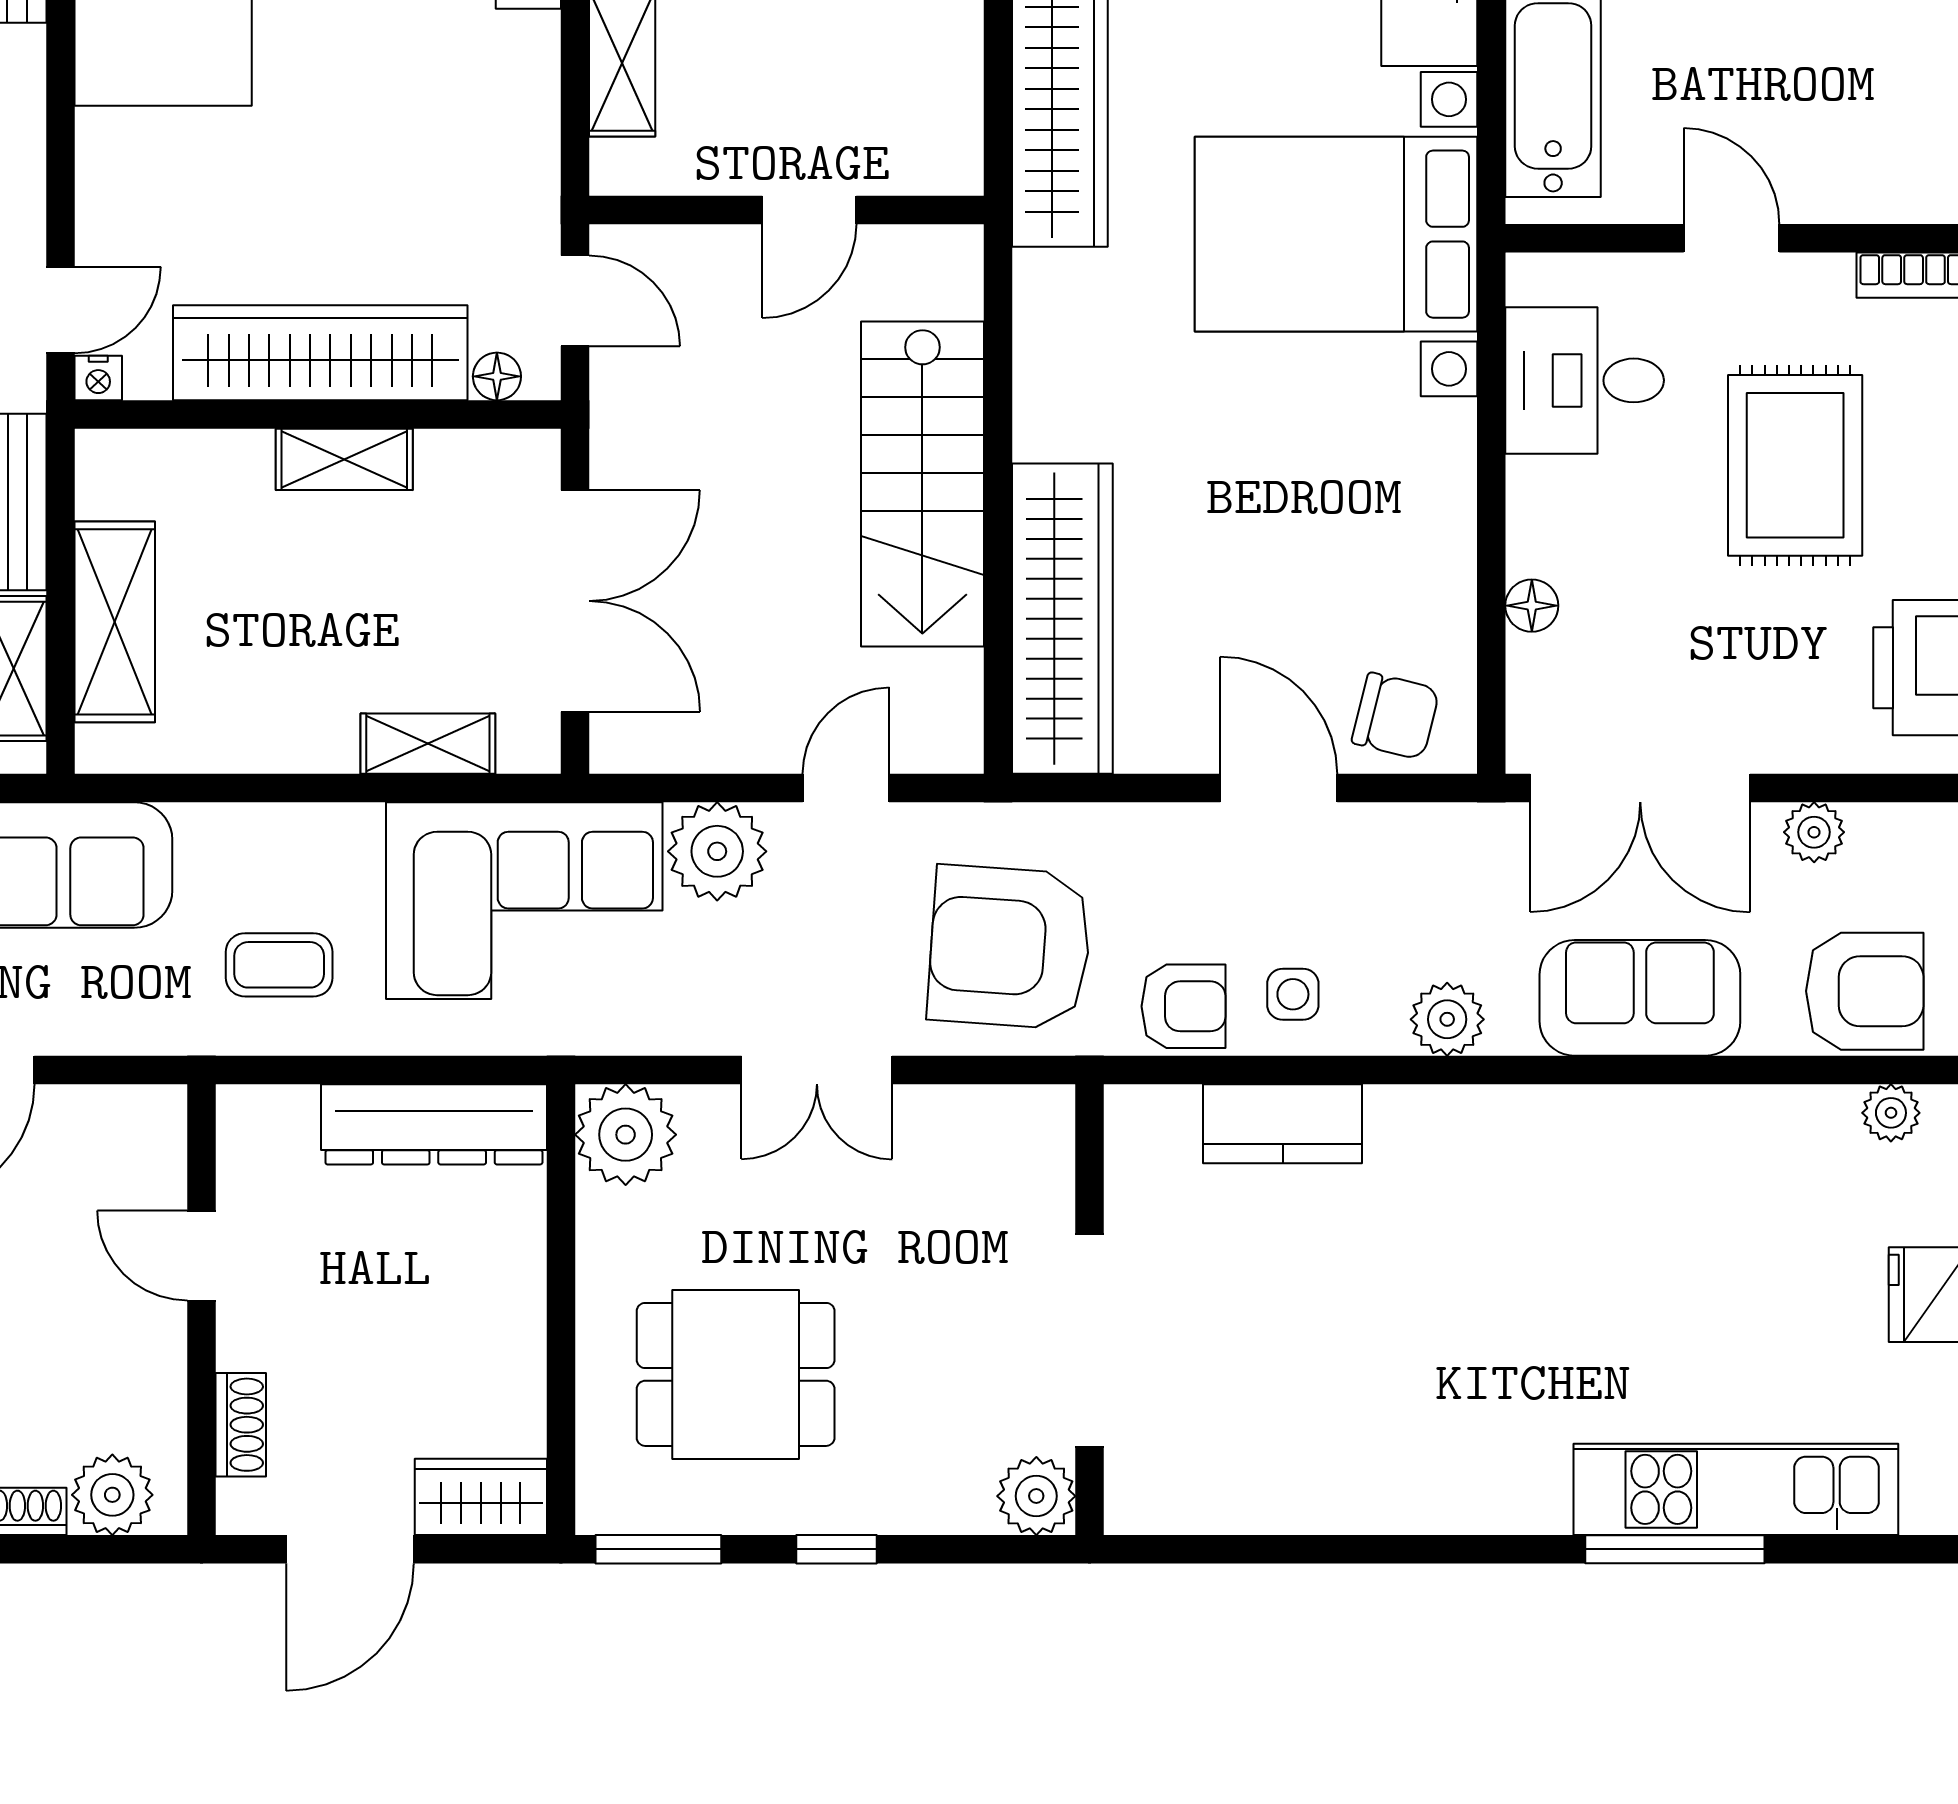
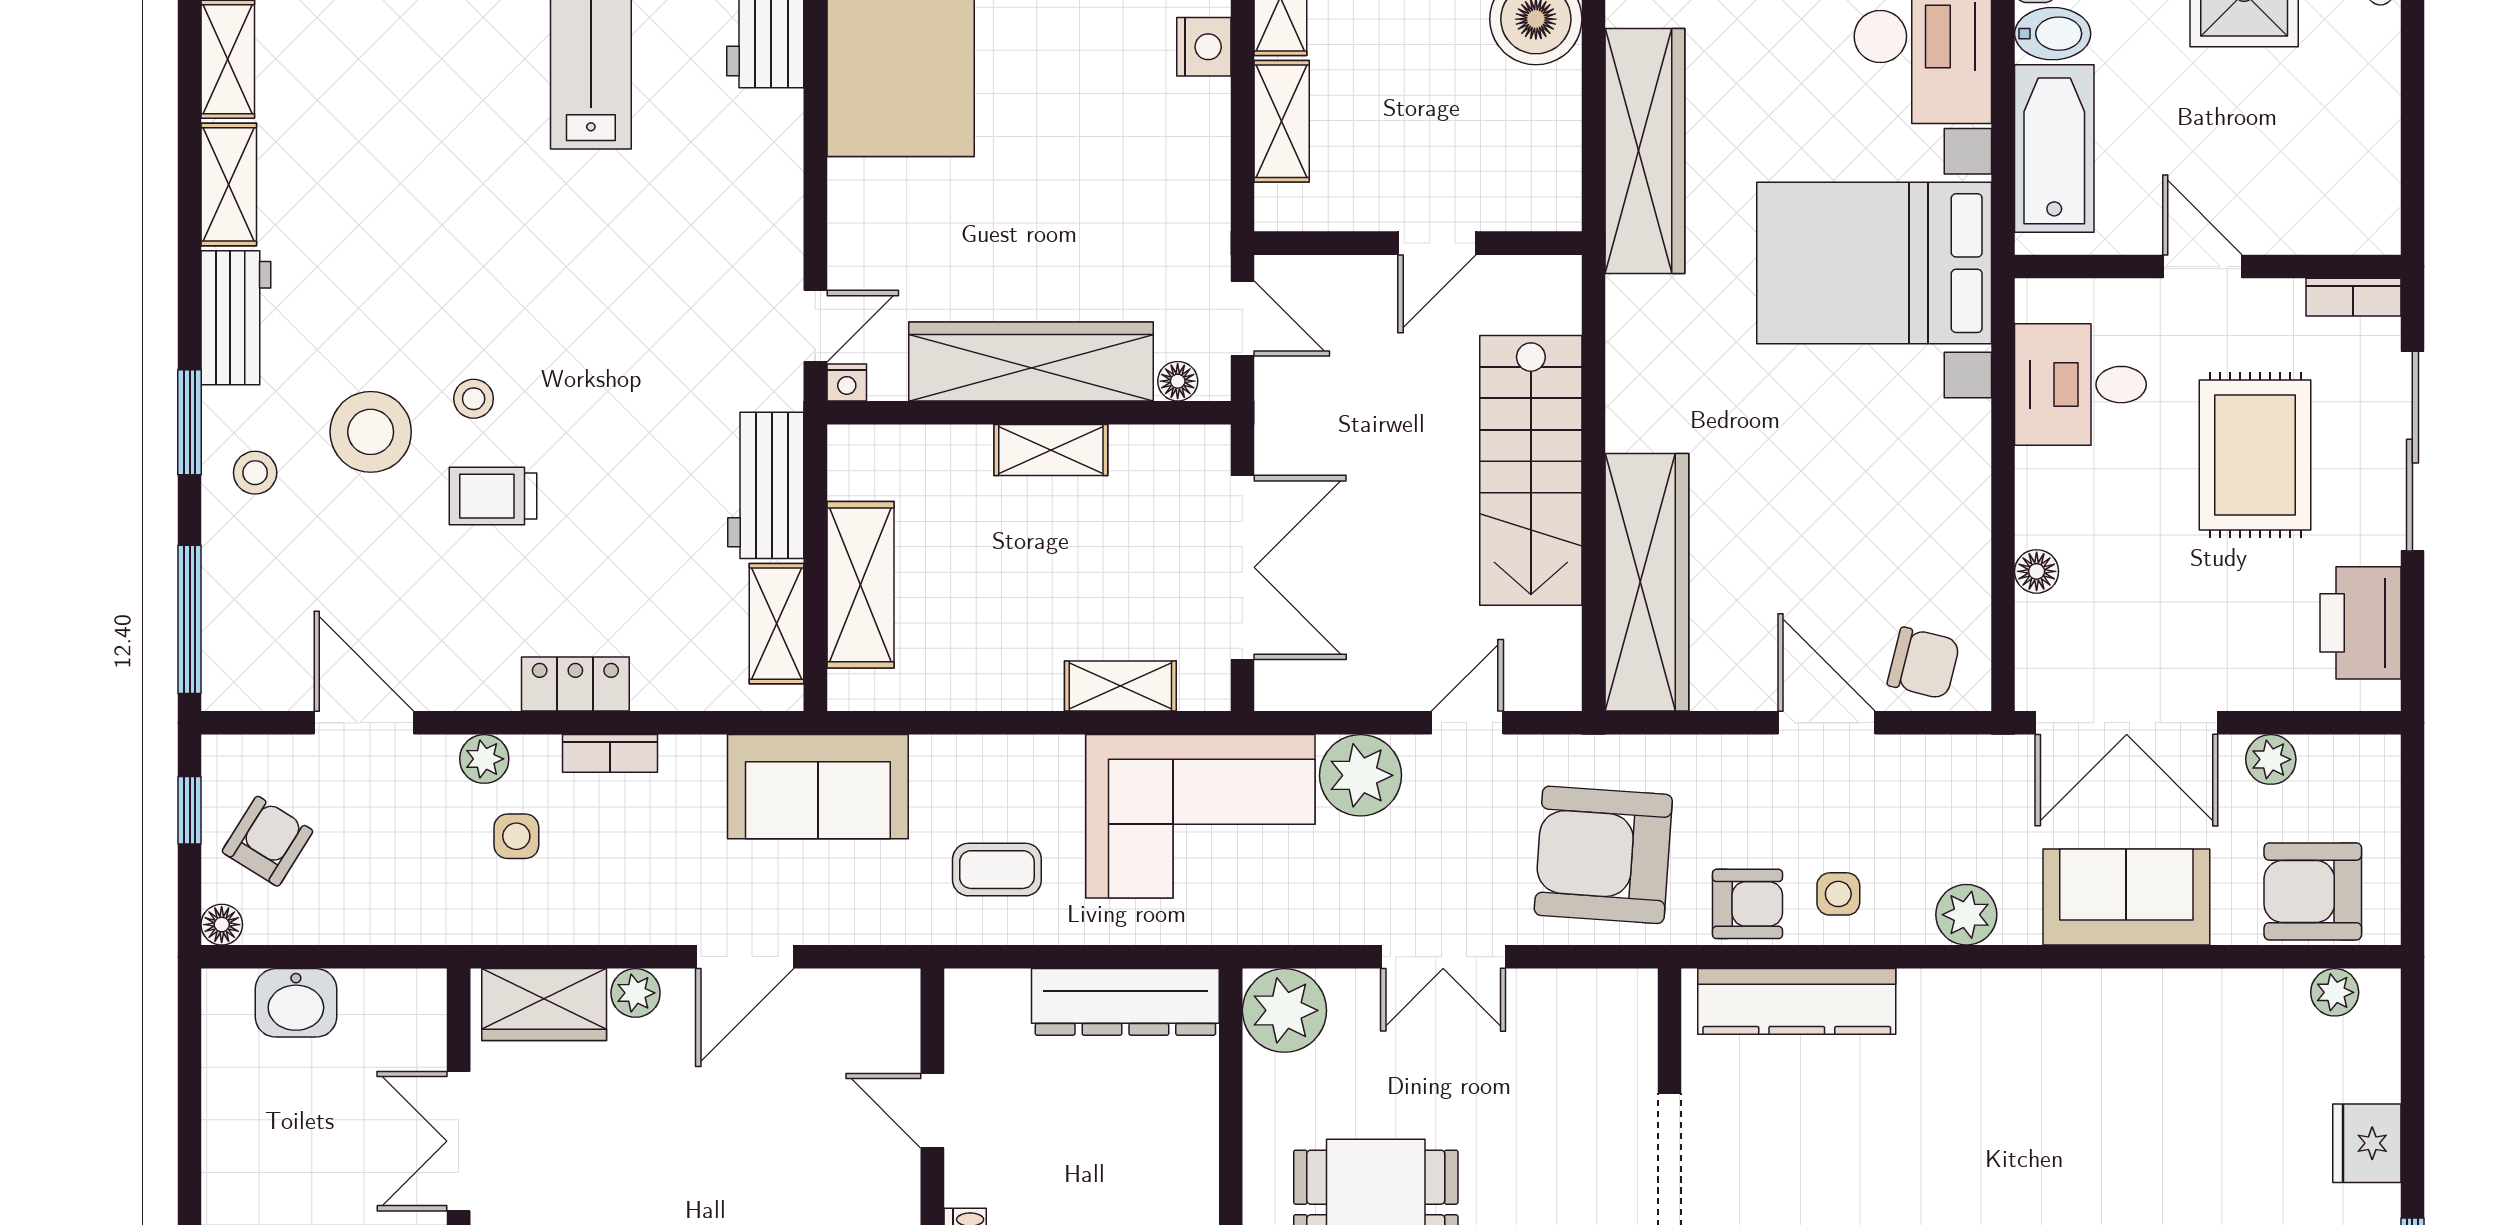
armchair: (1865, 991) -> (2313, 891), turned 180
kitchen counter: (1283, 1124) -> (1797, 1001), width x1.50

